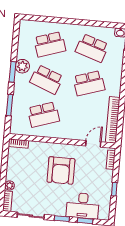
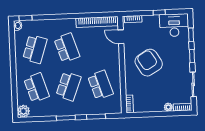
plant: (22, 66) -> (23, 111), moved
armchair: (61, 170) -> (149, 63), turned -121
desk: (83, 206) -> (174, 25), moved, turned -90

